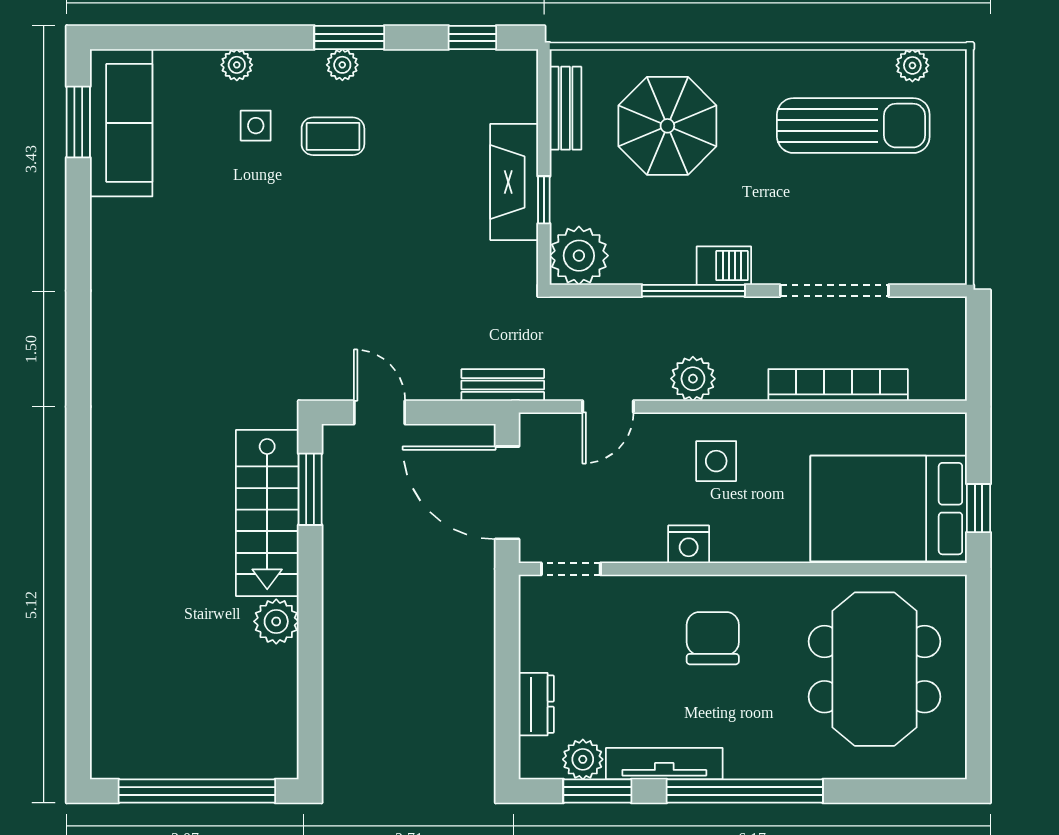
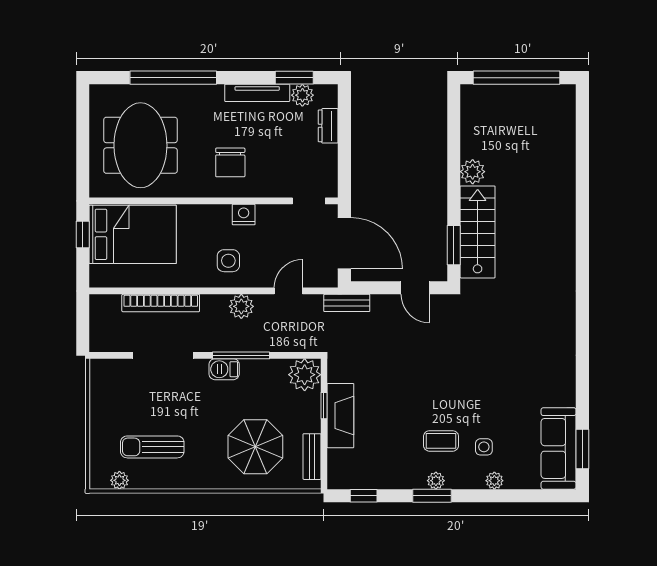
sun lounger: (853, 126) -> (152, 447), width x0.73, depth x0.75
window: (745, 791) -> (173, 78), moved

